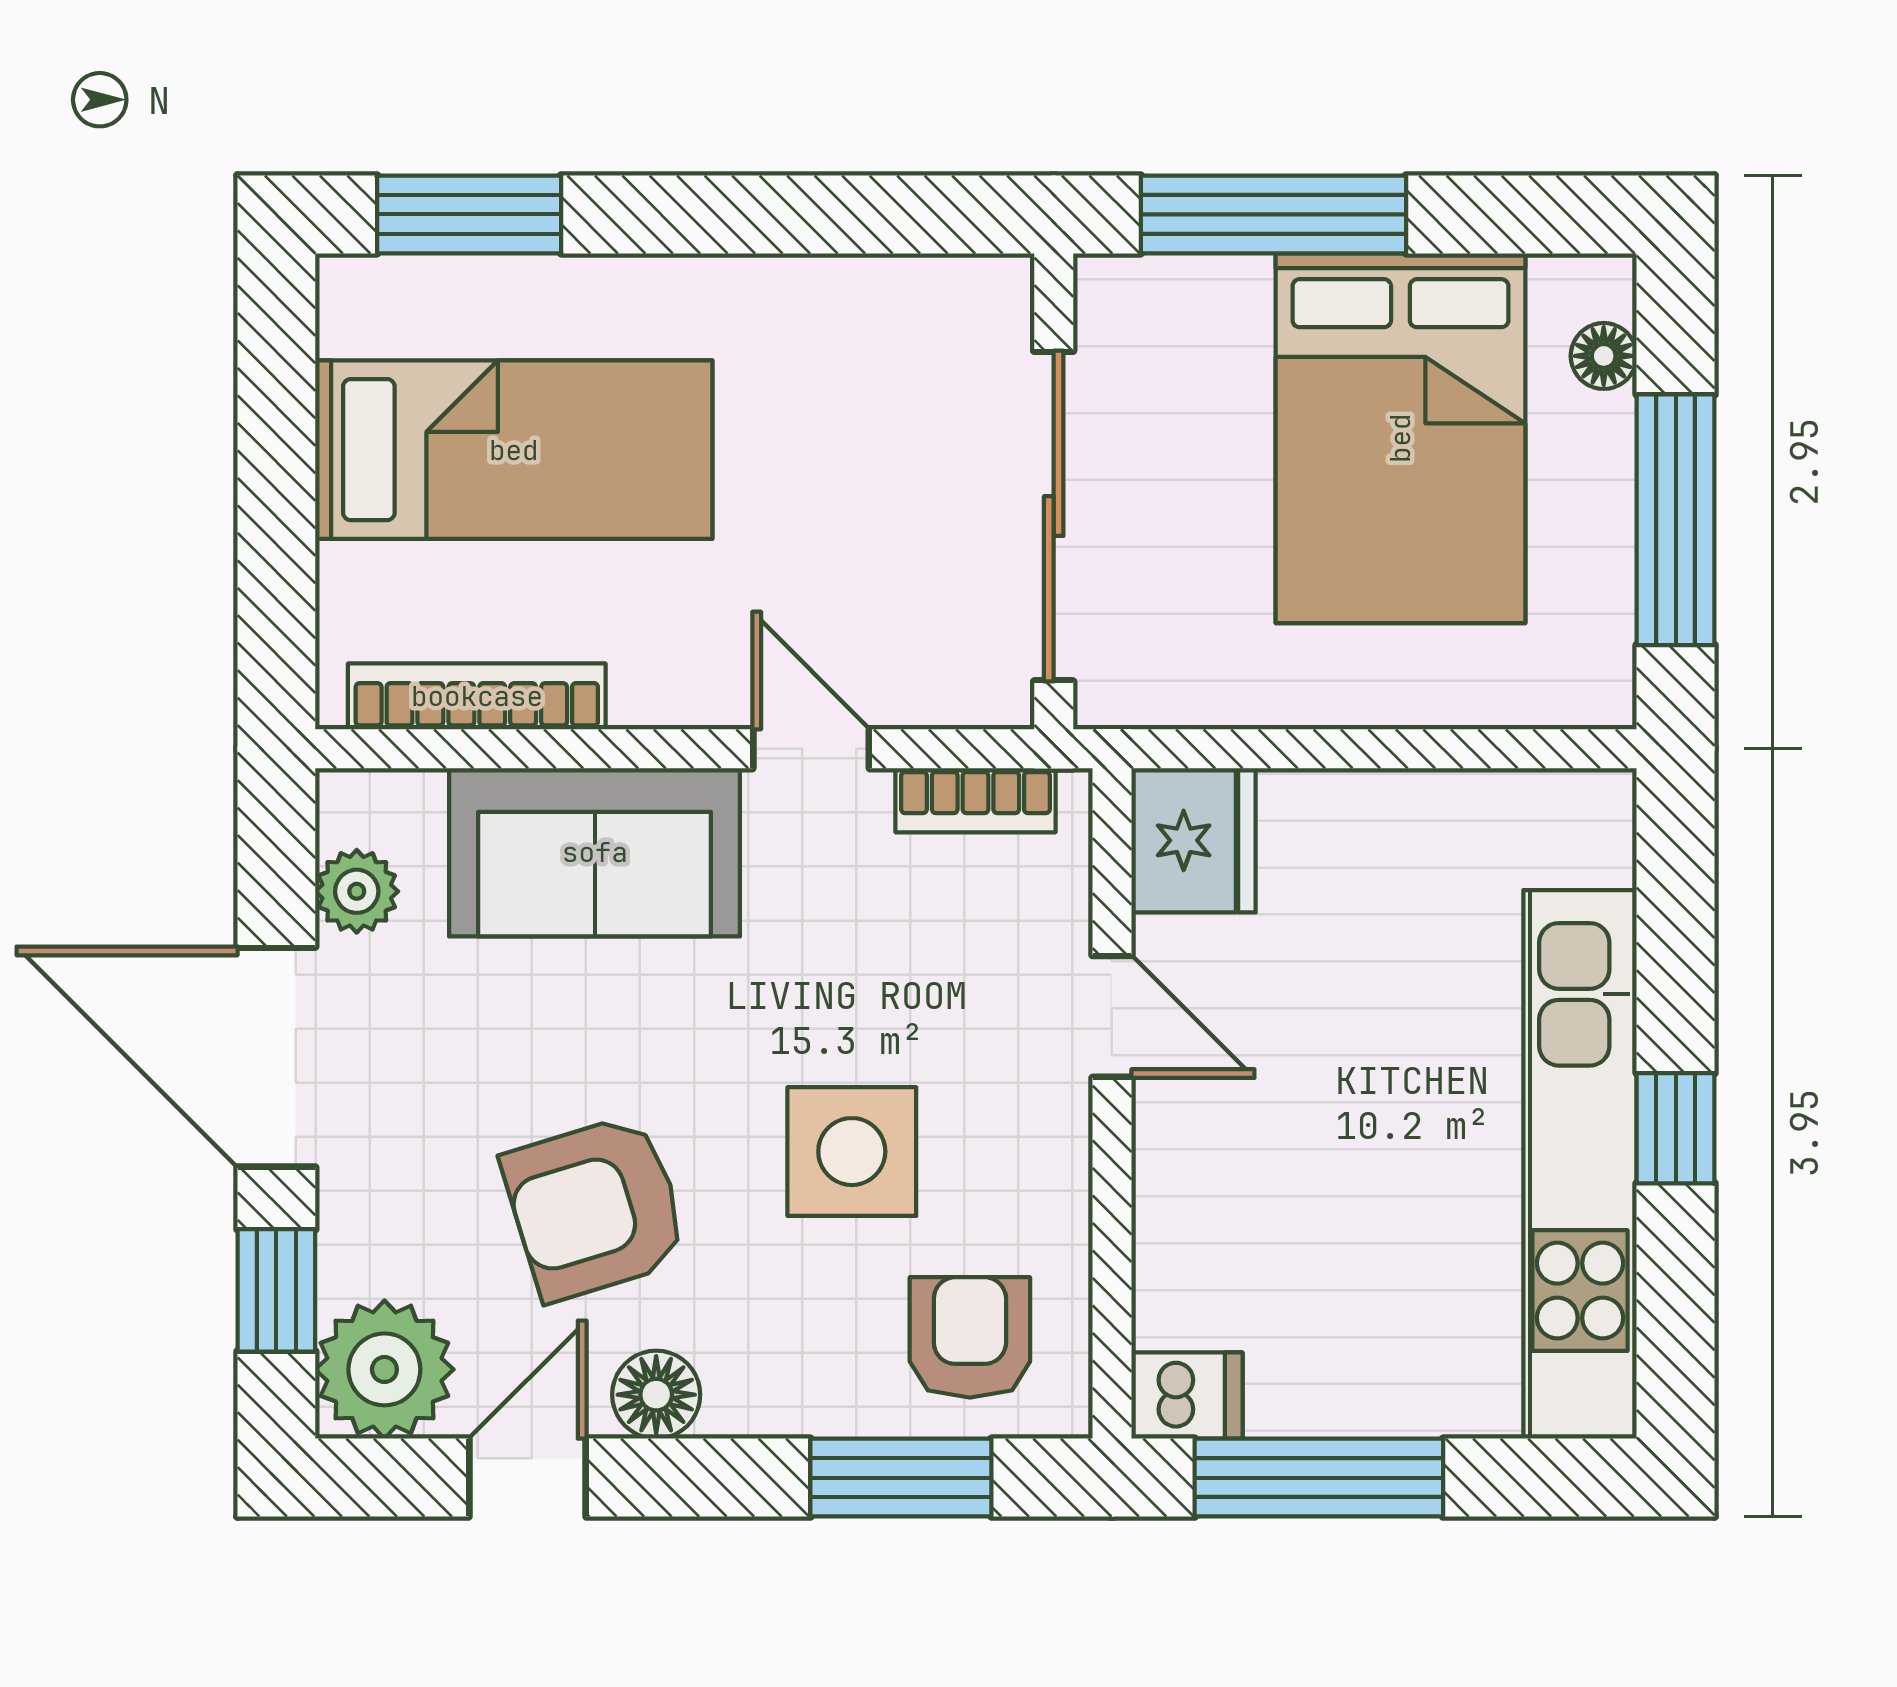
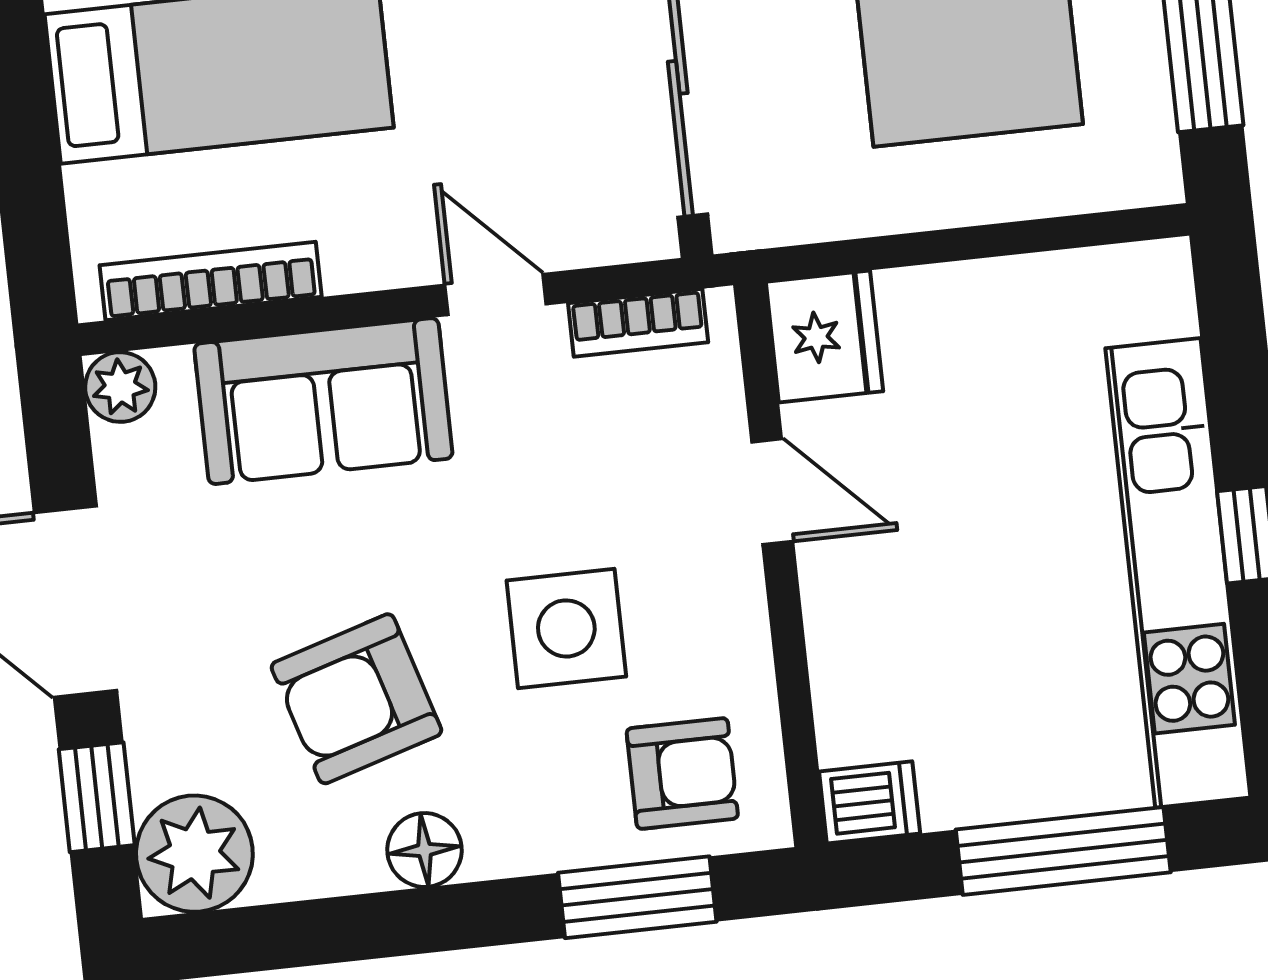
plant: (357, 891) -> (120, 387), moved
armchair: (970, 1337) -> (682, 773), turned 90
door: (528, 1478) -> (324, 931), removed
window: (1319, 1478) -> (1063, 851), moved

